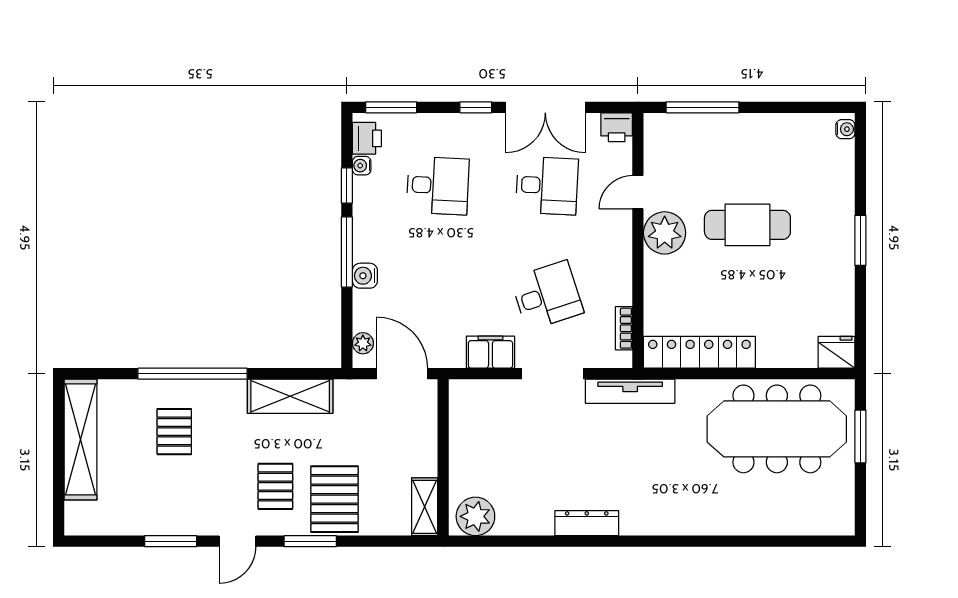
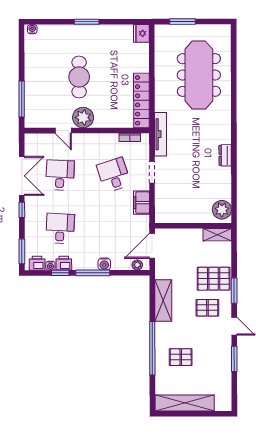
printer: (617, 127) -> (64, 263), moved, turned -90
doorway: (553, 374) -> (152, 172), width x0.73
meeting table: (777, 429) -> (199, 75), moved
dresser: (587, 523) -> (225, 155), width x0.70

